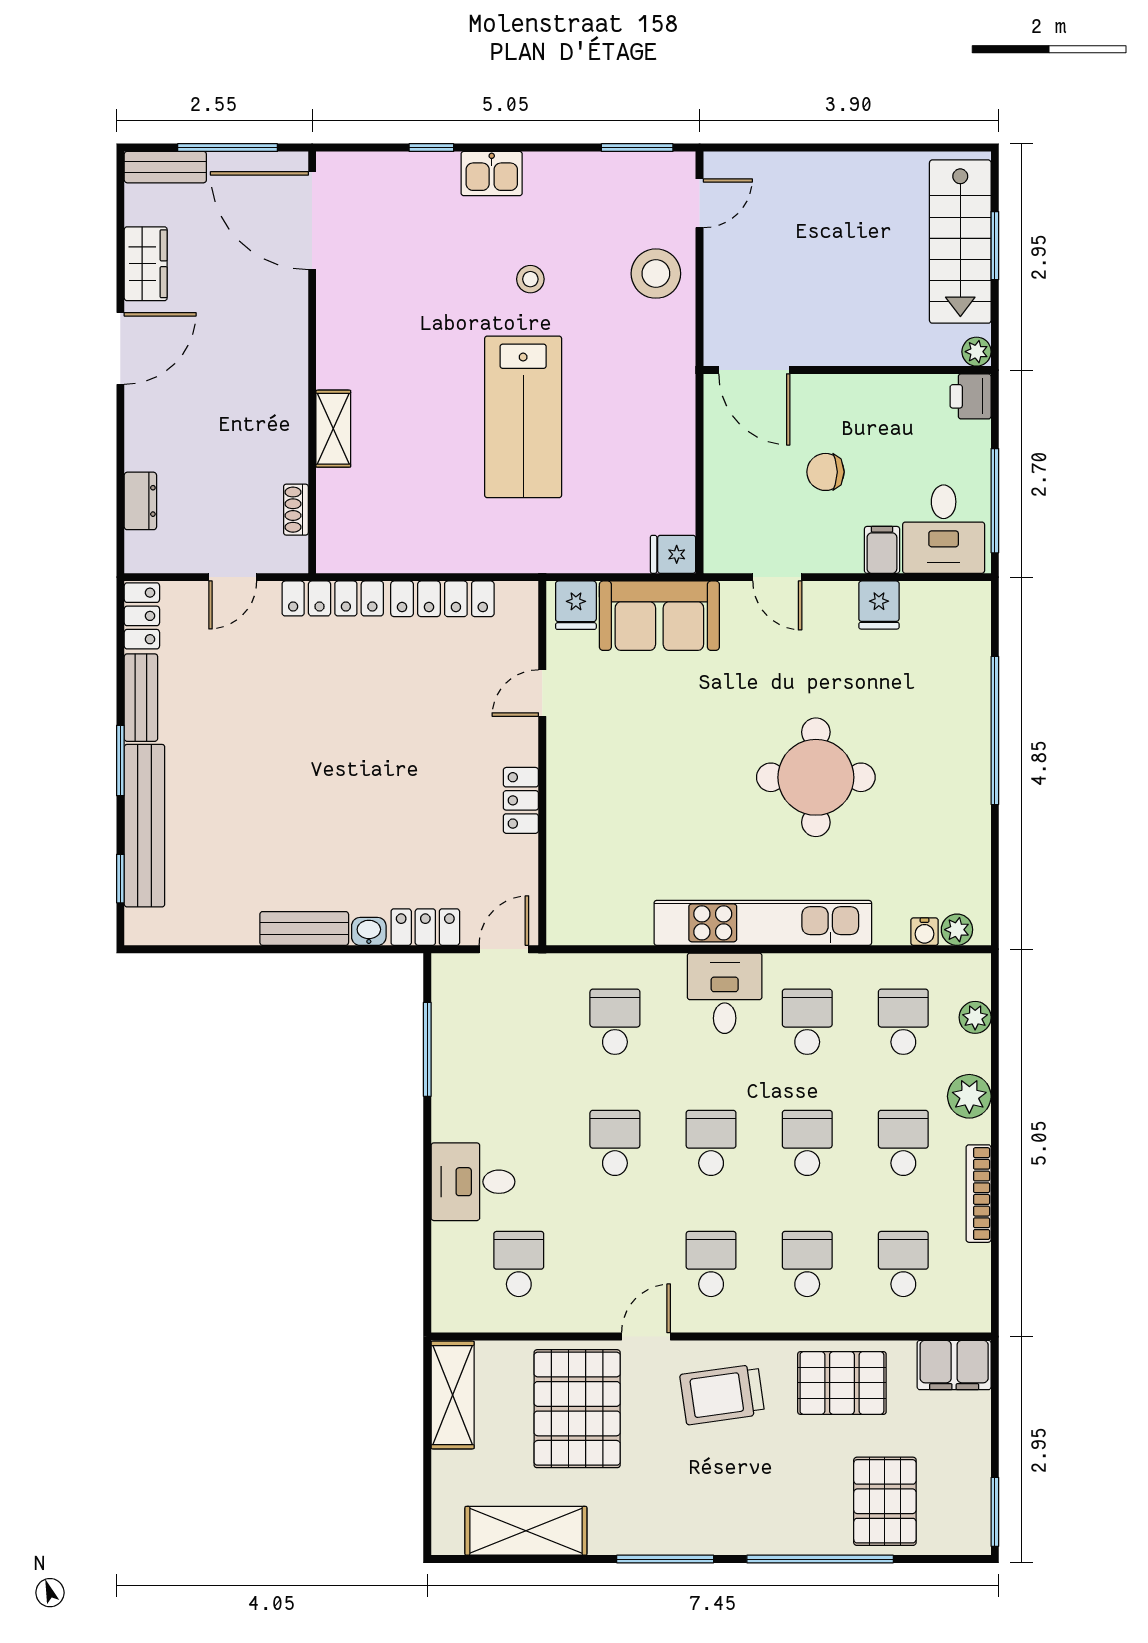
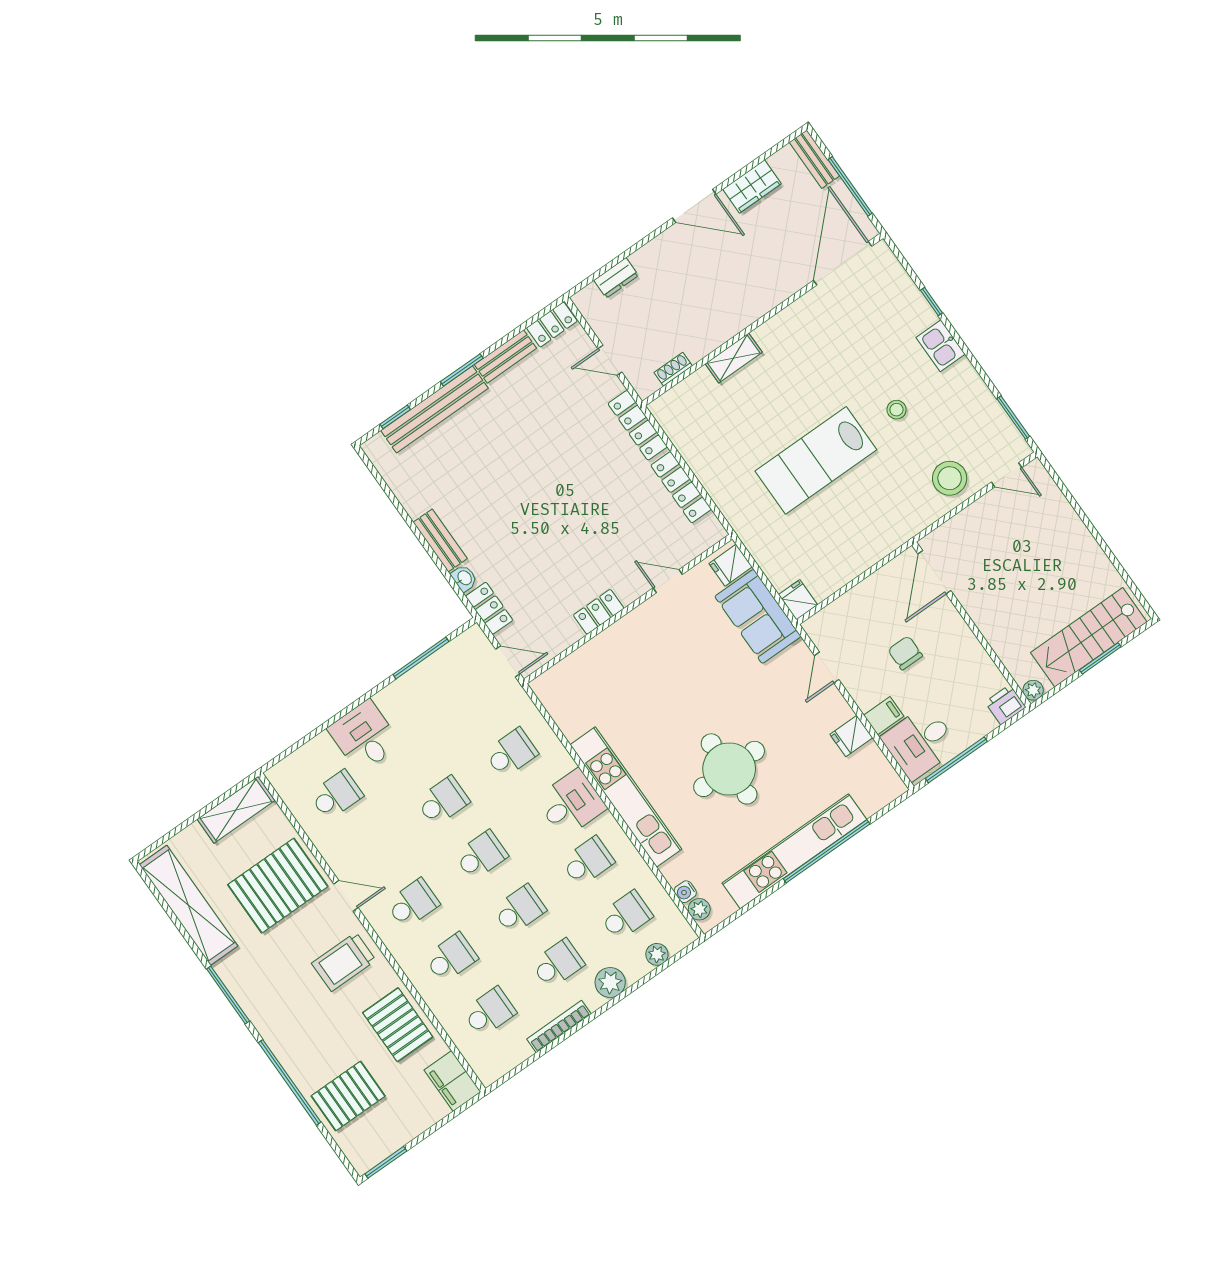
kitchen unit: (968, 769) -> (794, 851), added
trolley: (722, 1394) -> (344, 962), turned -82
shelving: (526, 1531) -> (189, 905), width x1.47

